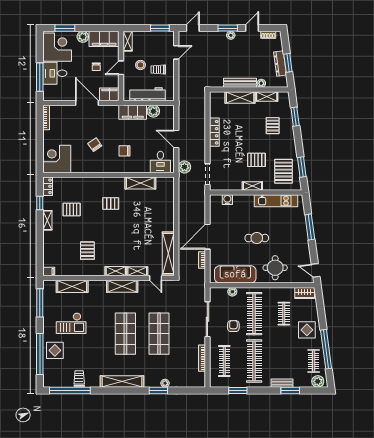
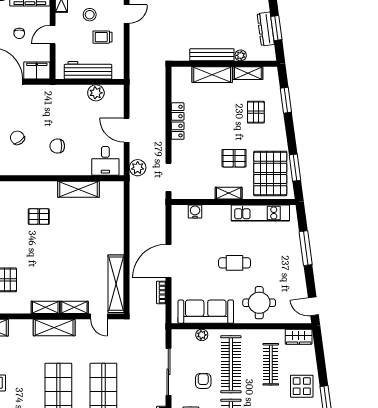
stool: (140, 65) -> (90, 15), moved
filing cabinet: (133, 112) -> (68, 94), removed
pallet: (283, 171) -> (270, 173), width x1.37, depth x1.41
clothes rail: (284, 314) -> (271, 364), width x1.36

